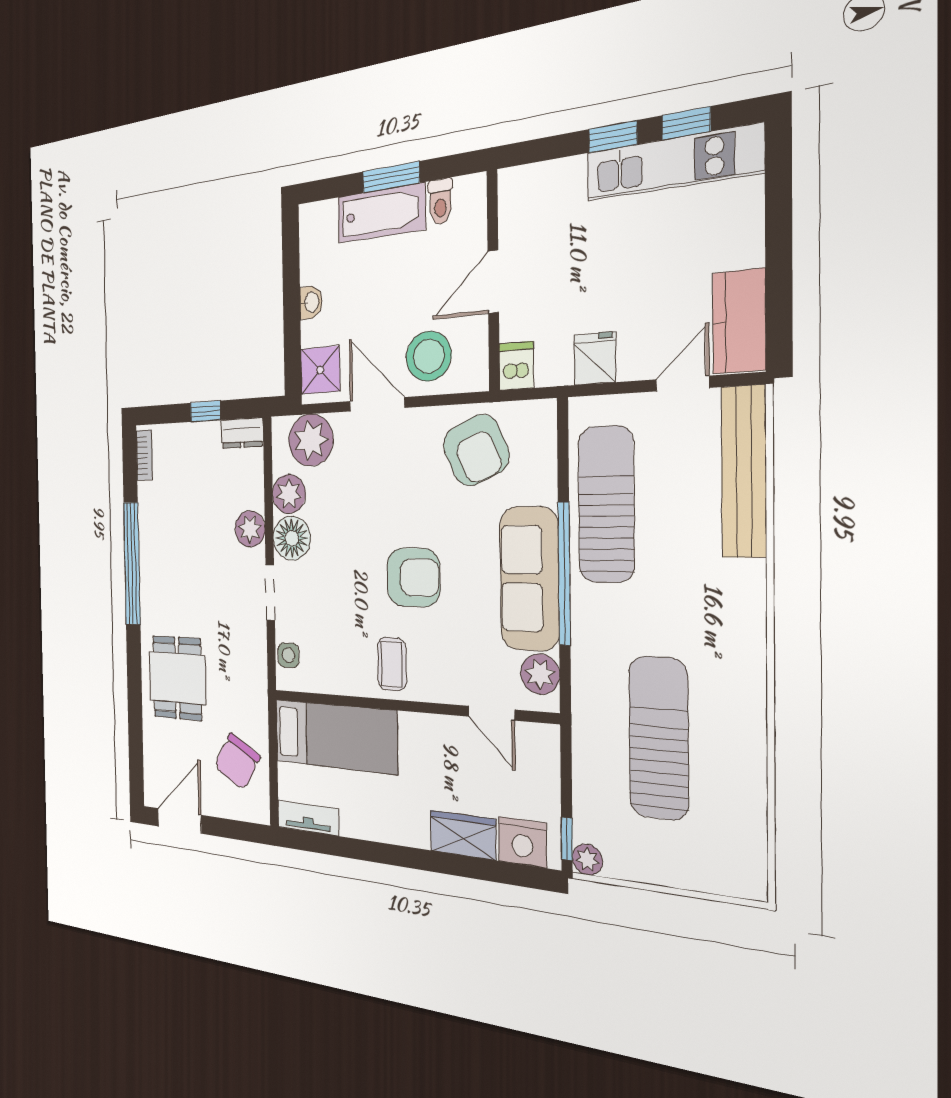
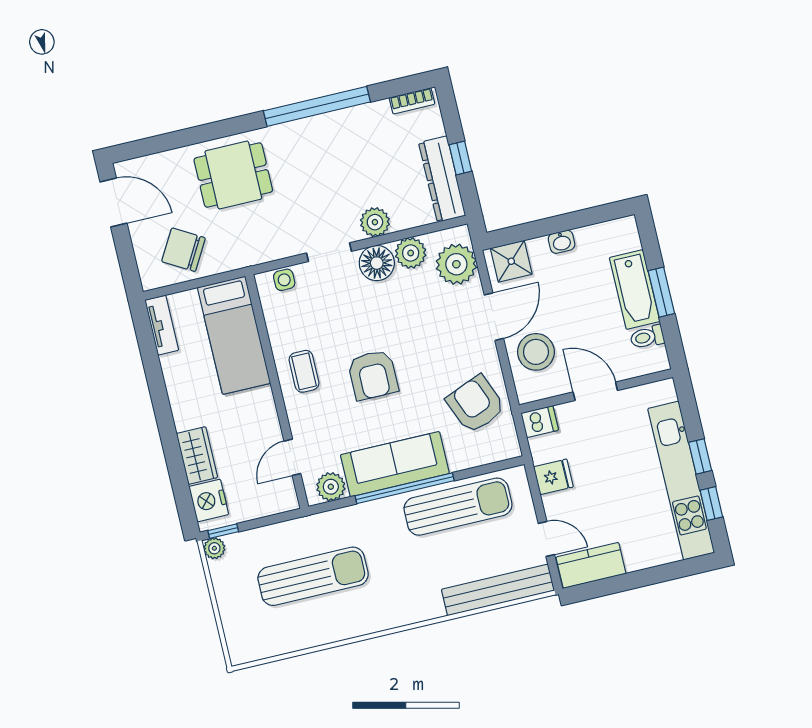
kitchen unit: (673, 163) -> (681, 481), width x1.36
dresser: (242, 433) -> (442, 179), width x1.96, depth x1.24
armchair: (476, 450) -> (476, 404), turned 92
coffee table: (392, 664) -> (304, 371), turned 90

